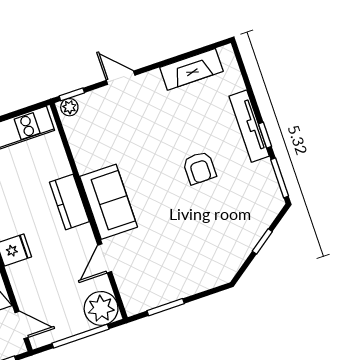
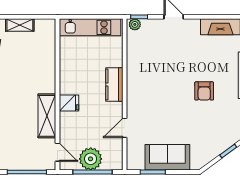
sofa: (109, 202) -> (167, 157), moved, turned -90
plant: (101, 308) -> (91, 159), moved

